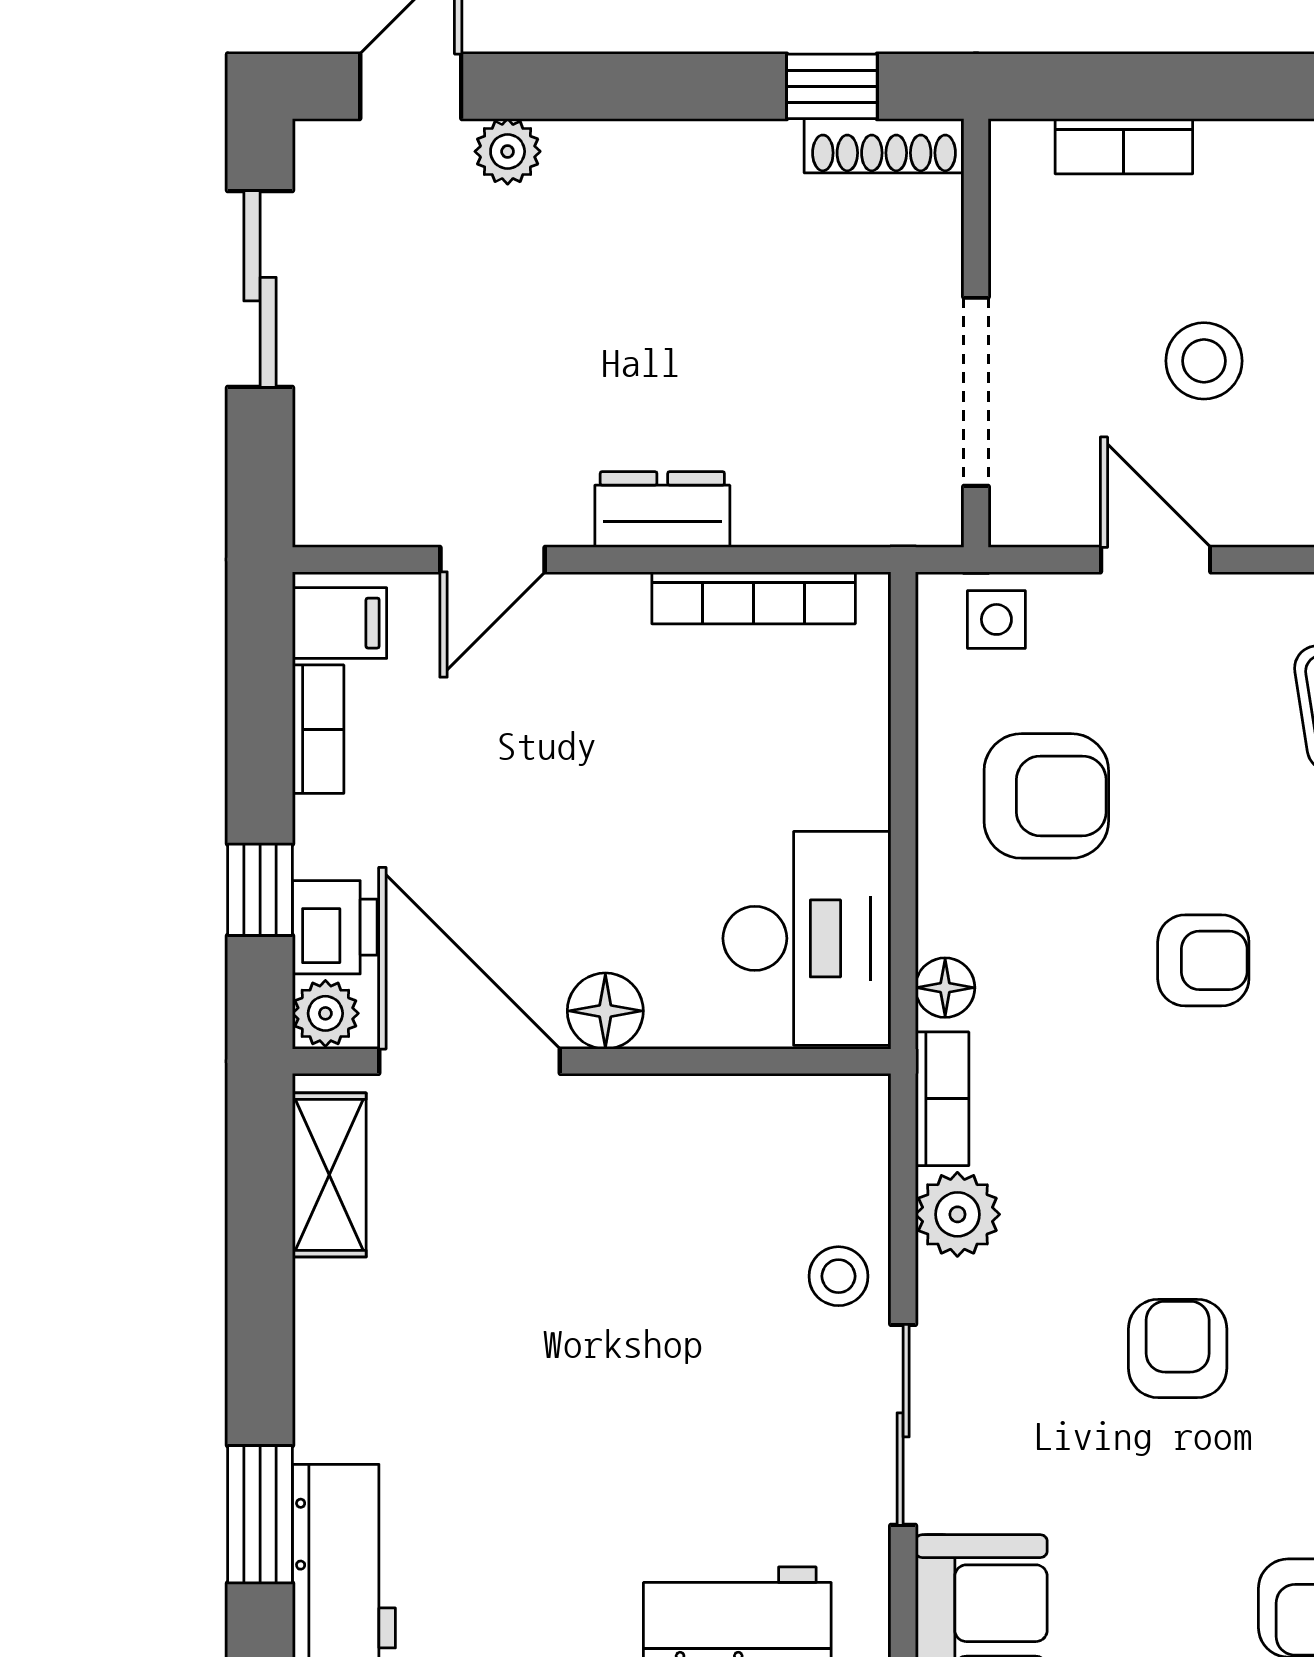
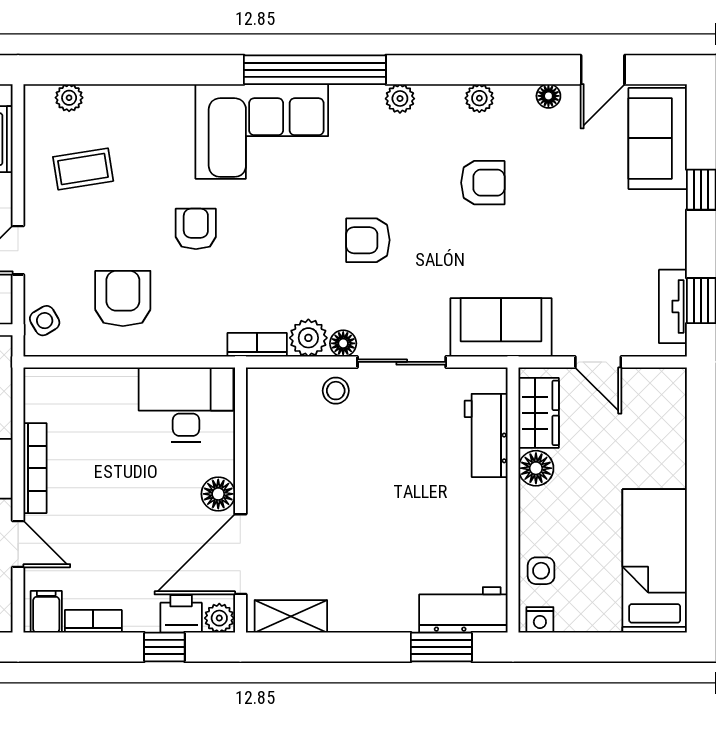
bookcase: (754, 598) -> (35, 468), moved
side table: (996, 619) -> (45, 321), turned -30
floor lamp: (945, 988) -> (343, 343), moved

